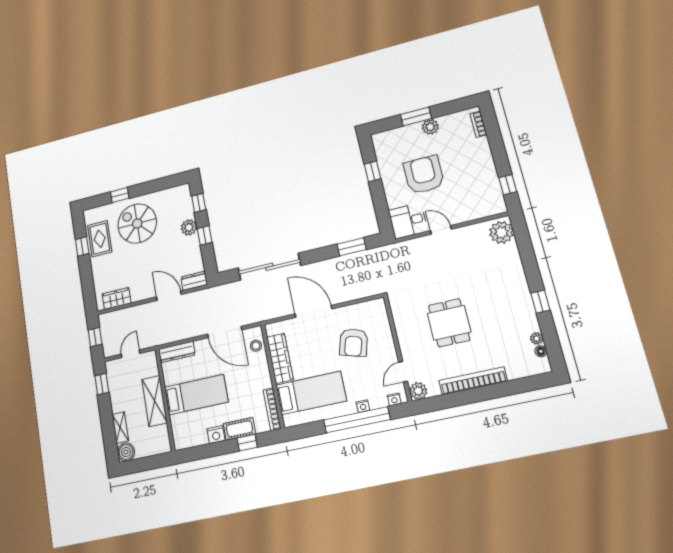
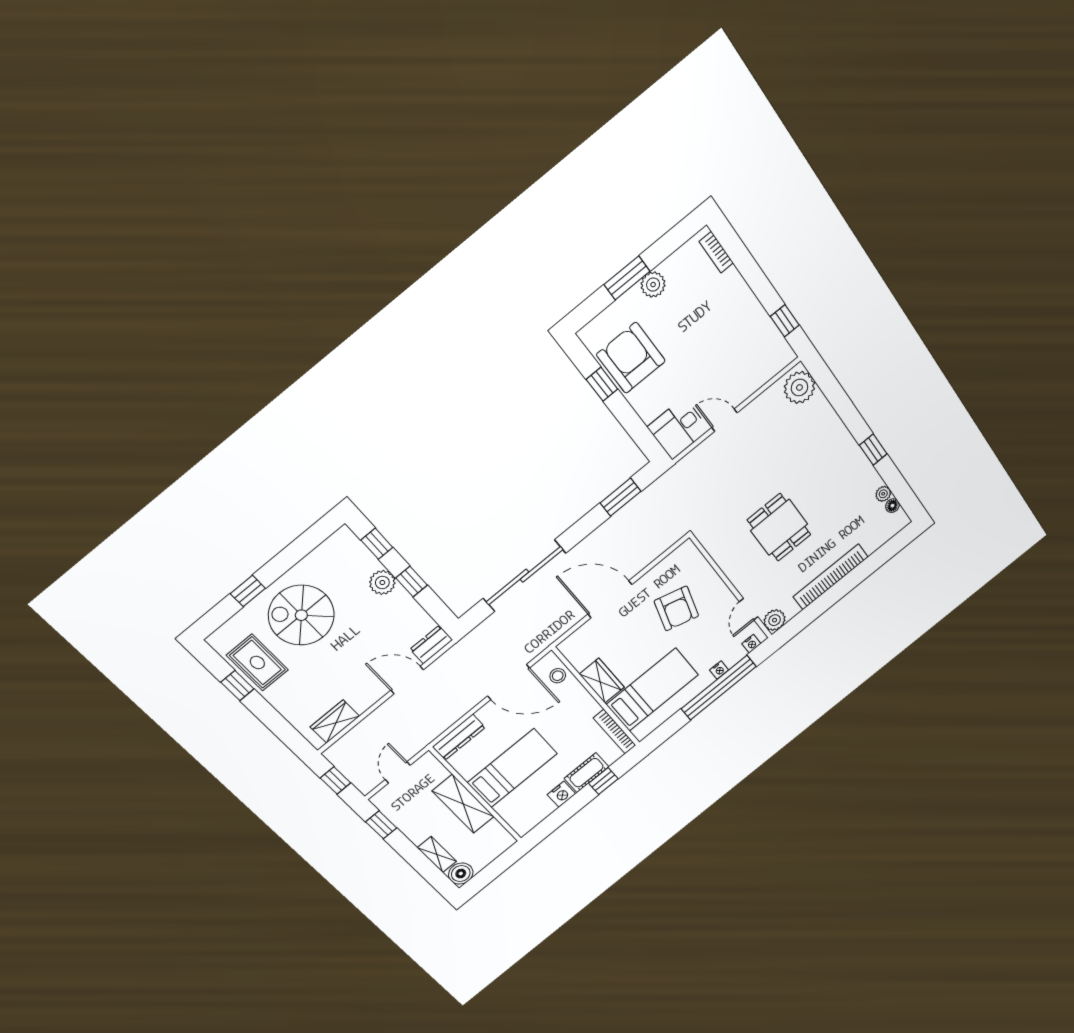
armchair: (424, 175) -> (631, 358), moved
wardrobe: (280, 358) -> (602, 681), width x0.67

